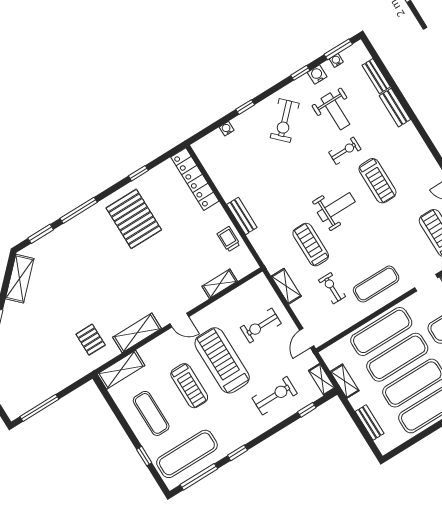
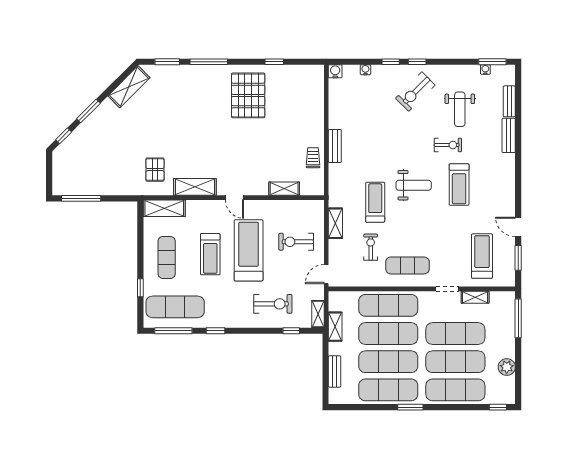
window: (300, 73) -> (417, 62), moved
water cooler: (317, 75) -> (335, 71), moved
locker: (195, 179) -> (316, 94), removed

